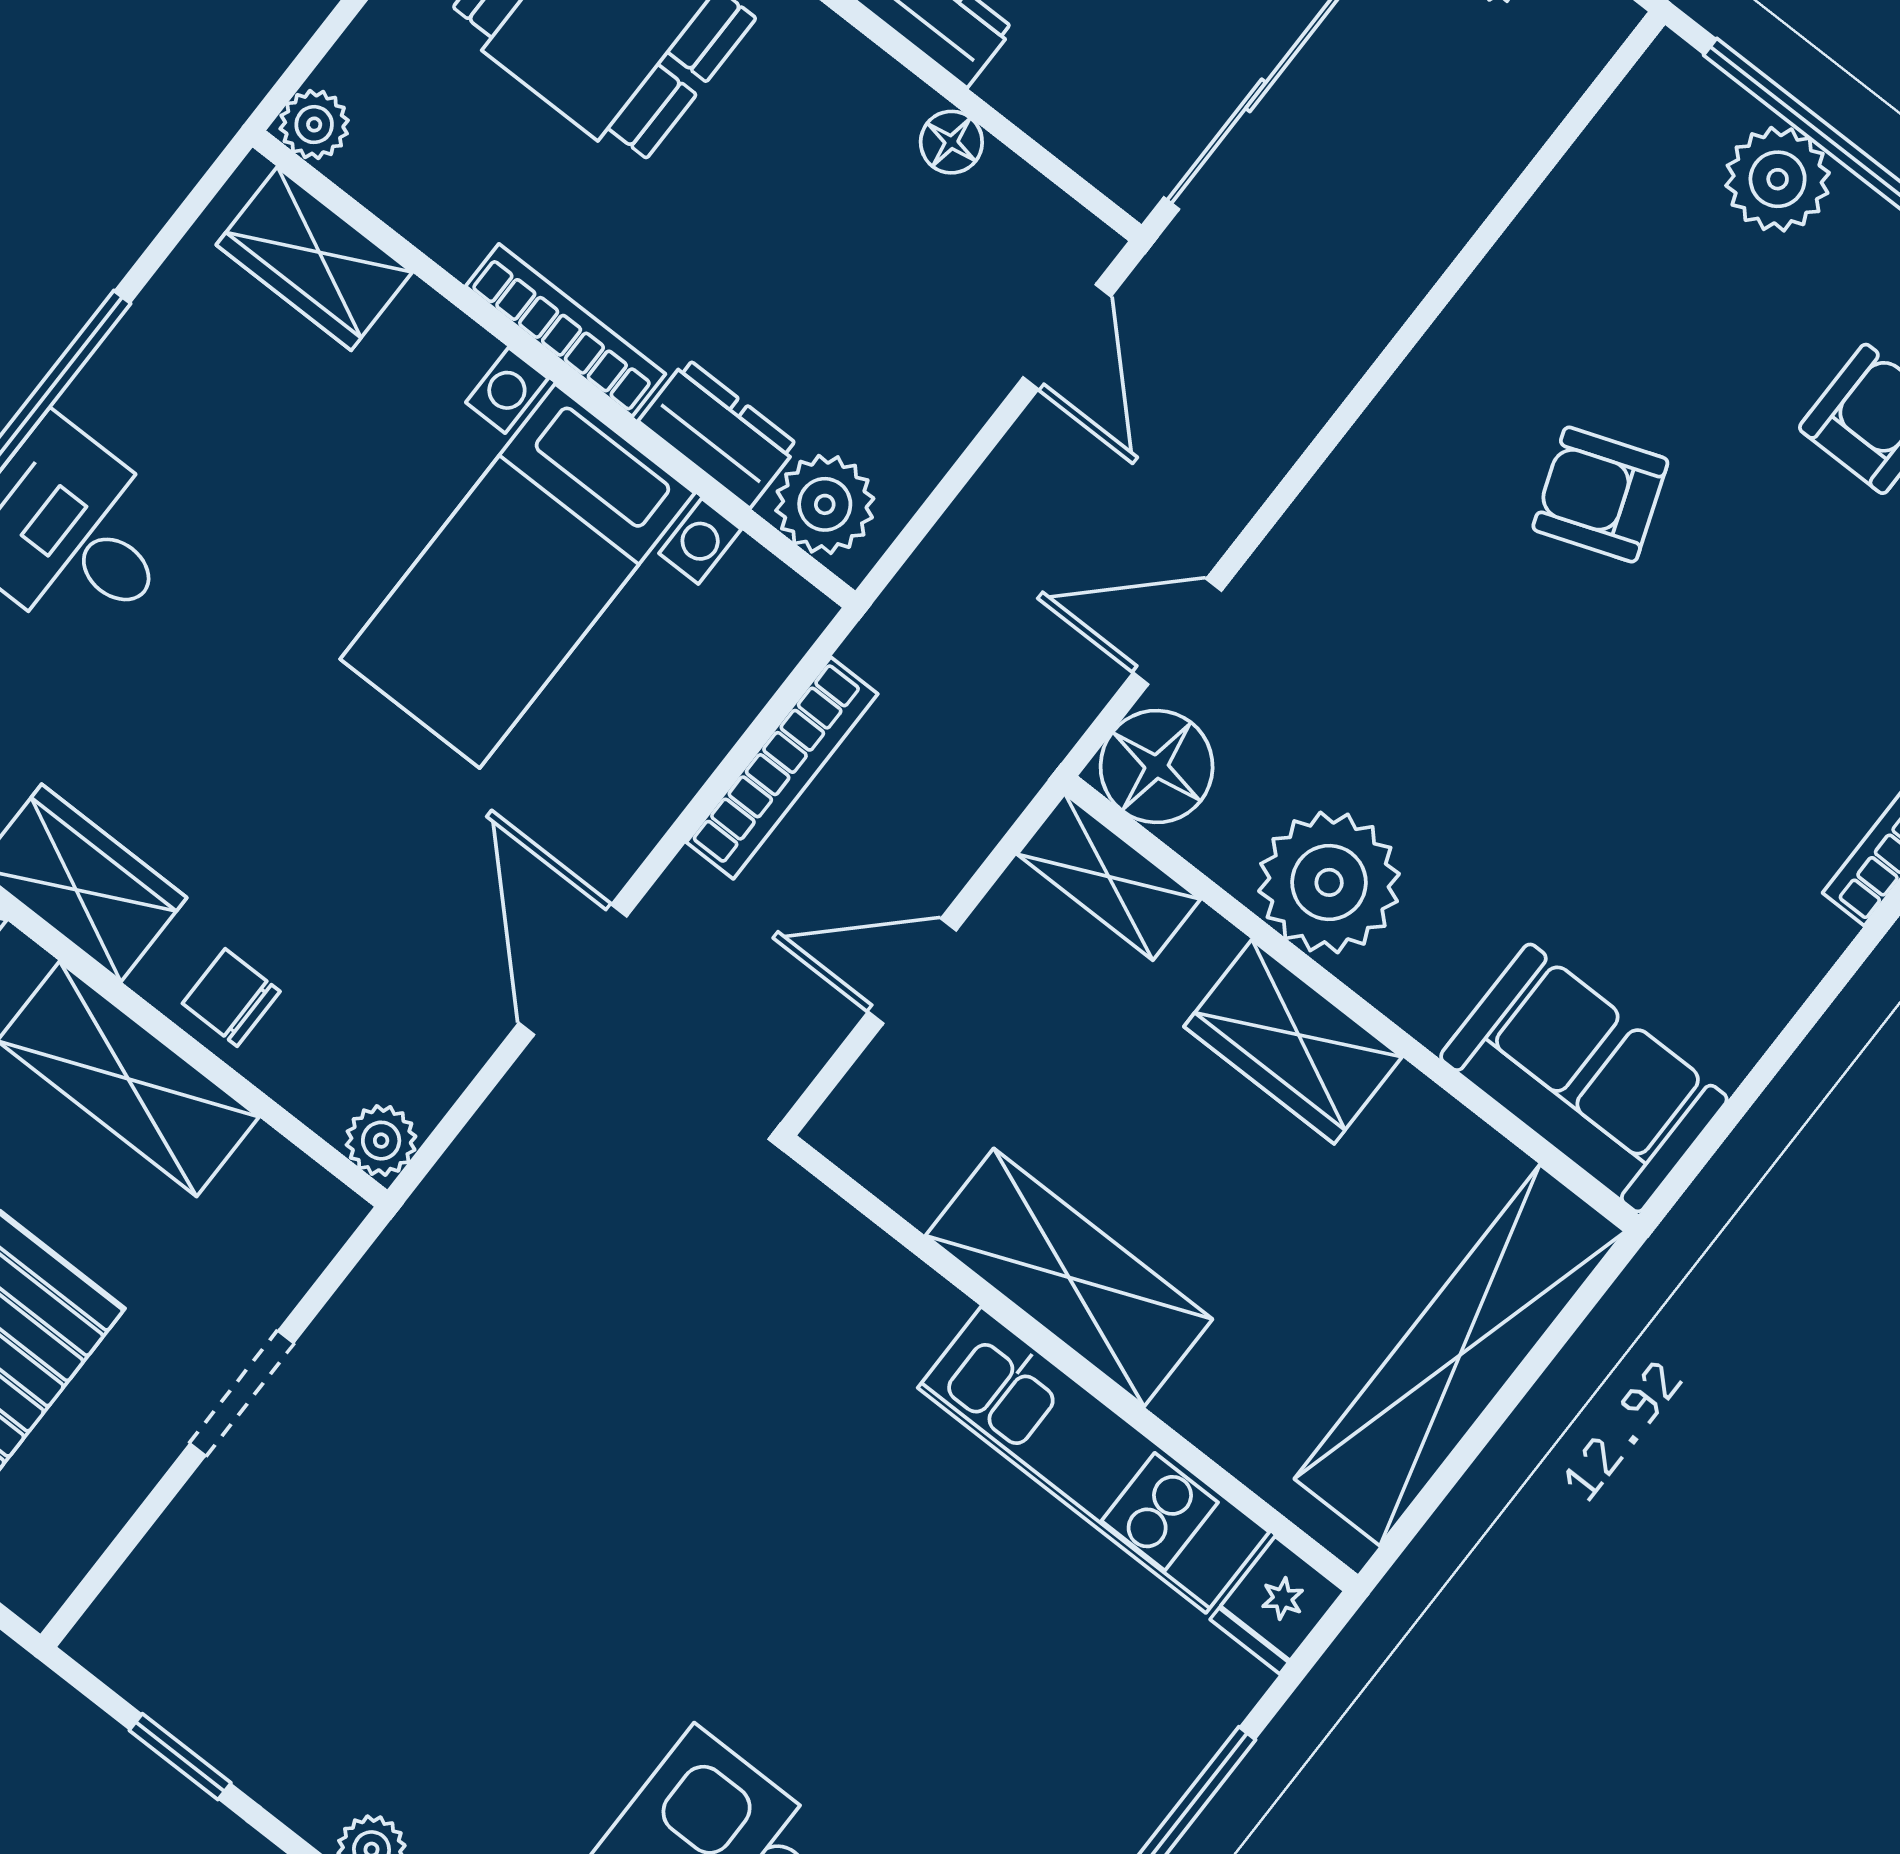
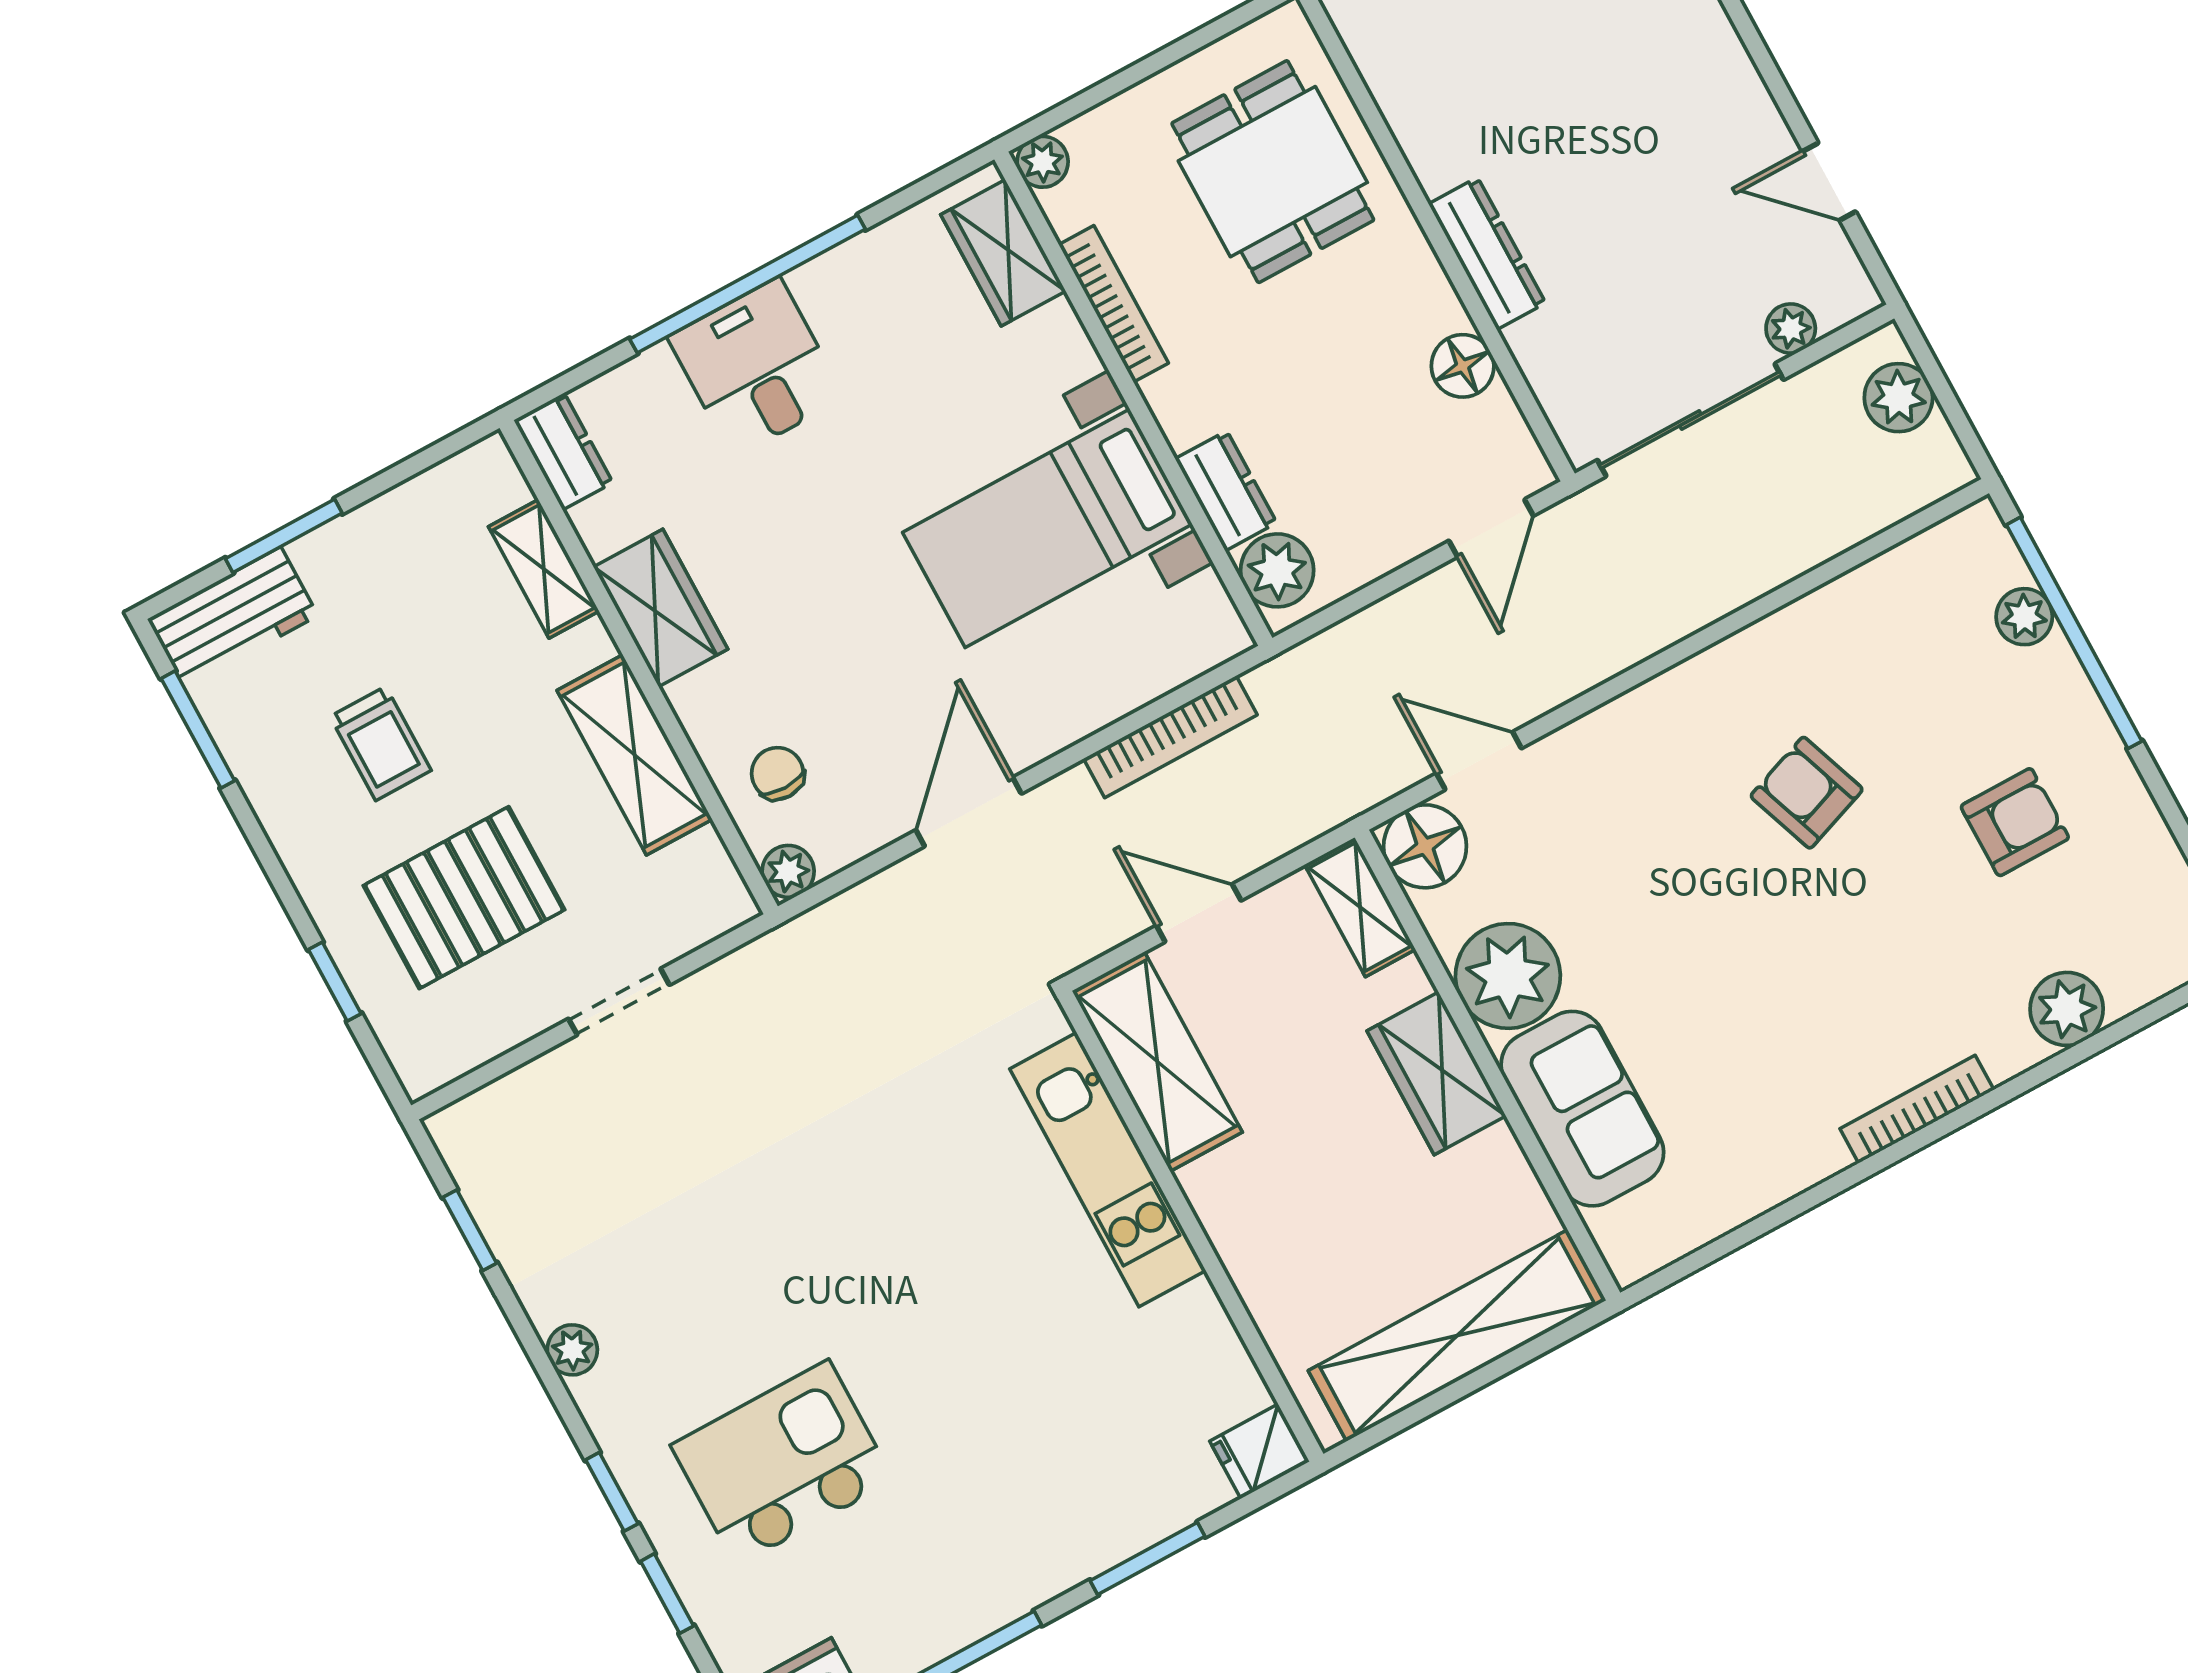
floor lamp: (951, 142) -> (1463, 366), width x1.37, depth x1.37
plant: (1778, 179) -> (2024, 617), width x0.73, depth x0.73
bookcase: (566, 330) -> (1114, 304), moved
chair: (231, 997) -> (777, 773), moved
sofa: (1584, 1078) -> (1582, 1109), moved
shelving: (1069, 1277) -> (1157, 1061), moved
kitchen unit: (1093, 1460) -> (1108, 1170), moved

